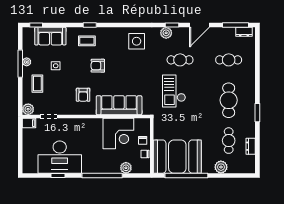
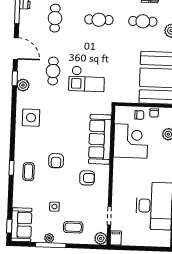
sofa: (50, 36) -> (21, 225), moved
cafe table: (229, 100) -> (99, 20), width x0.73, depth x0.74

